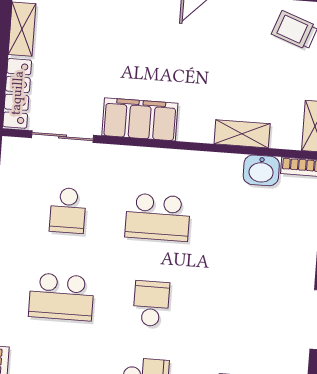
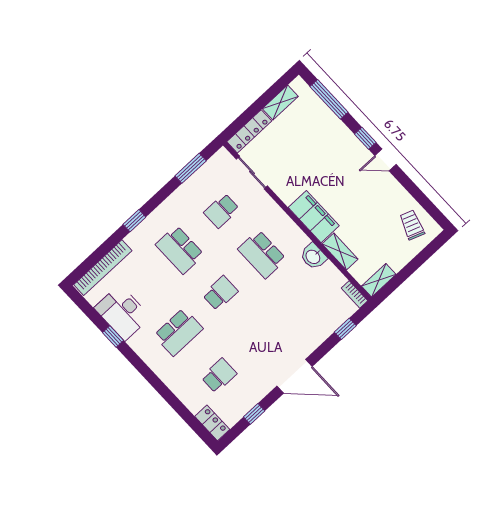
filing cabinet: (140, 119) -> (314, 217), moved
washbasin: (261, 170) -> (313, 256), moved

